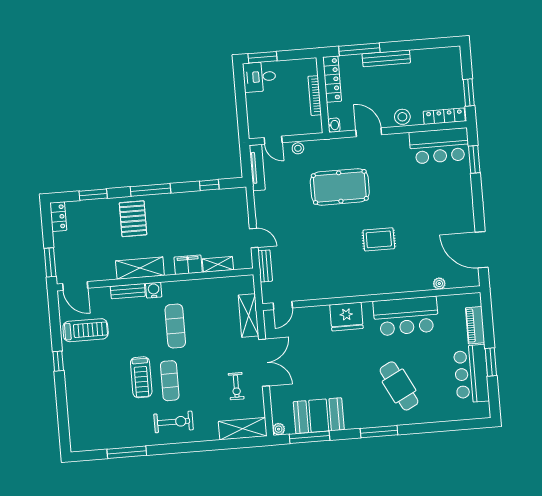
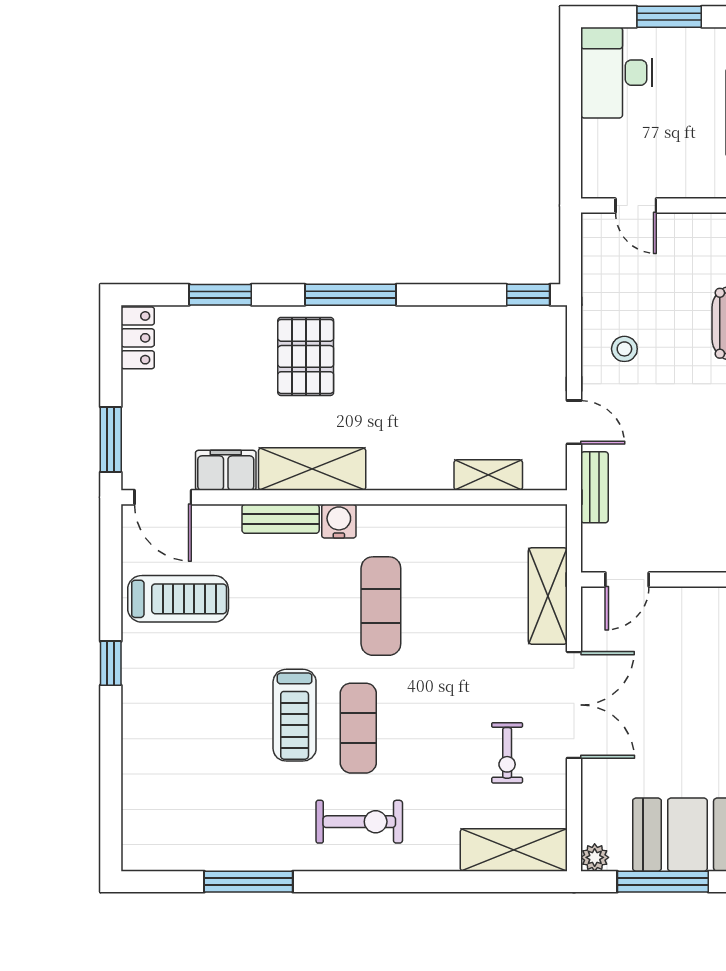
window: (263, 57) -> (669, 17), moved
desk: (259, 77) -> (617, 73), width x1.37
stool: (298, 148) -> (624, 349), moved
tv unit: (257, 168) -> (595, 264), removed
window: (209, 185) -> (528, 295), moved
filing cabinet: (188, 265) -> (226, 470), moved

